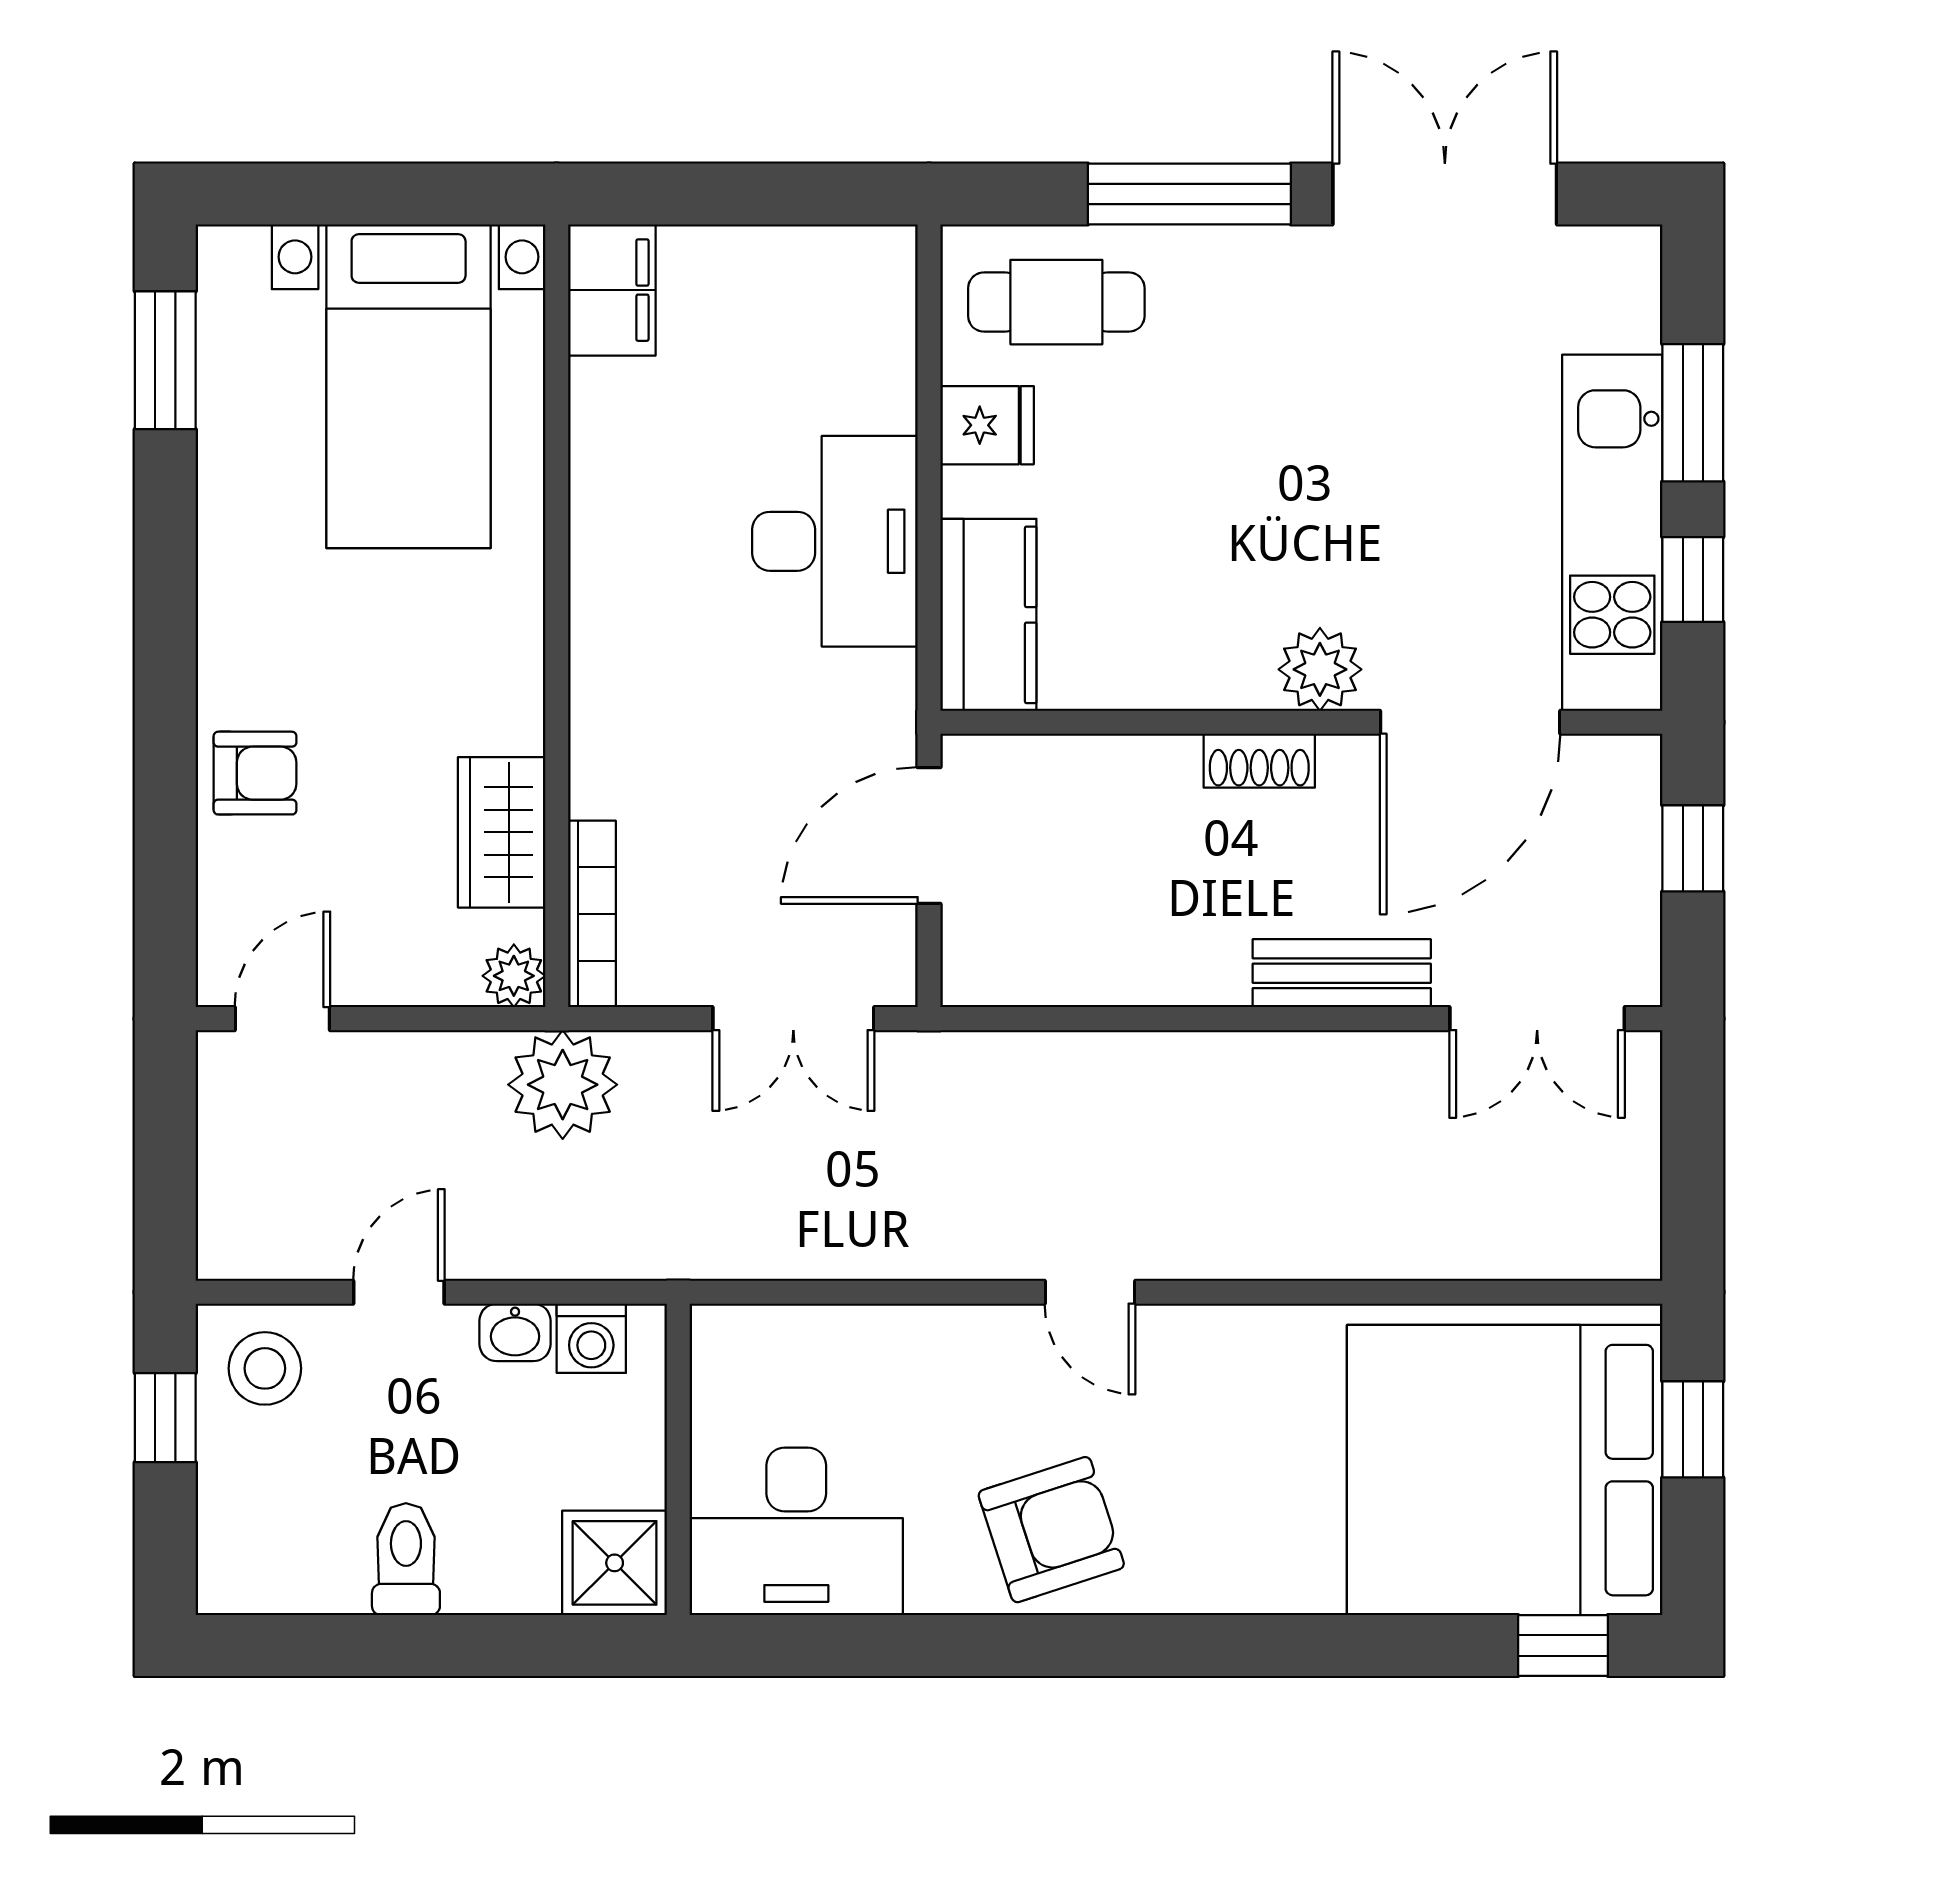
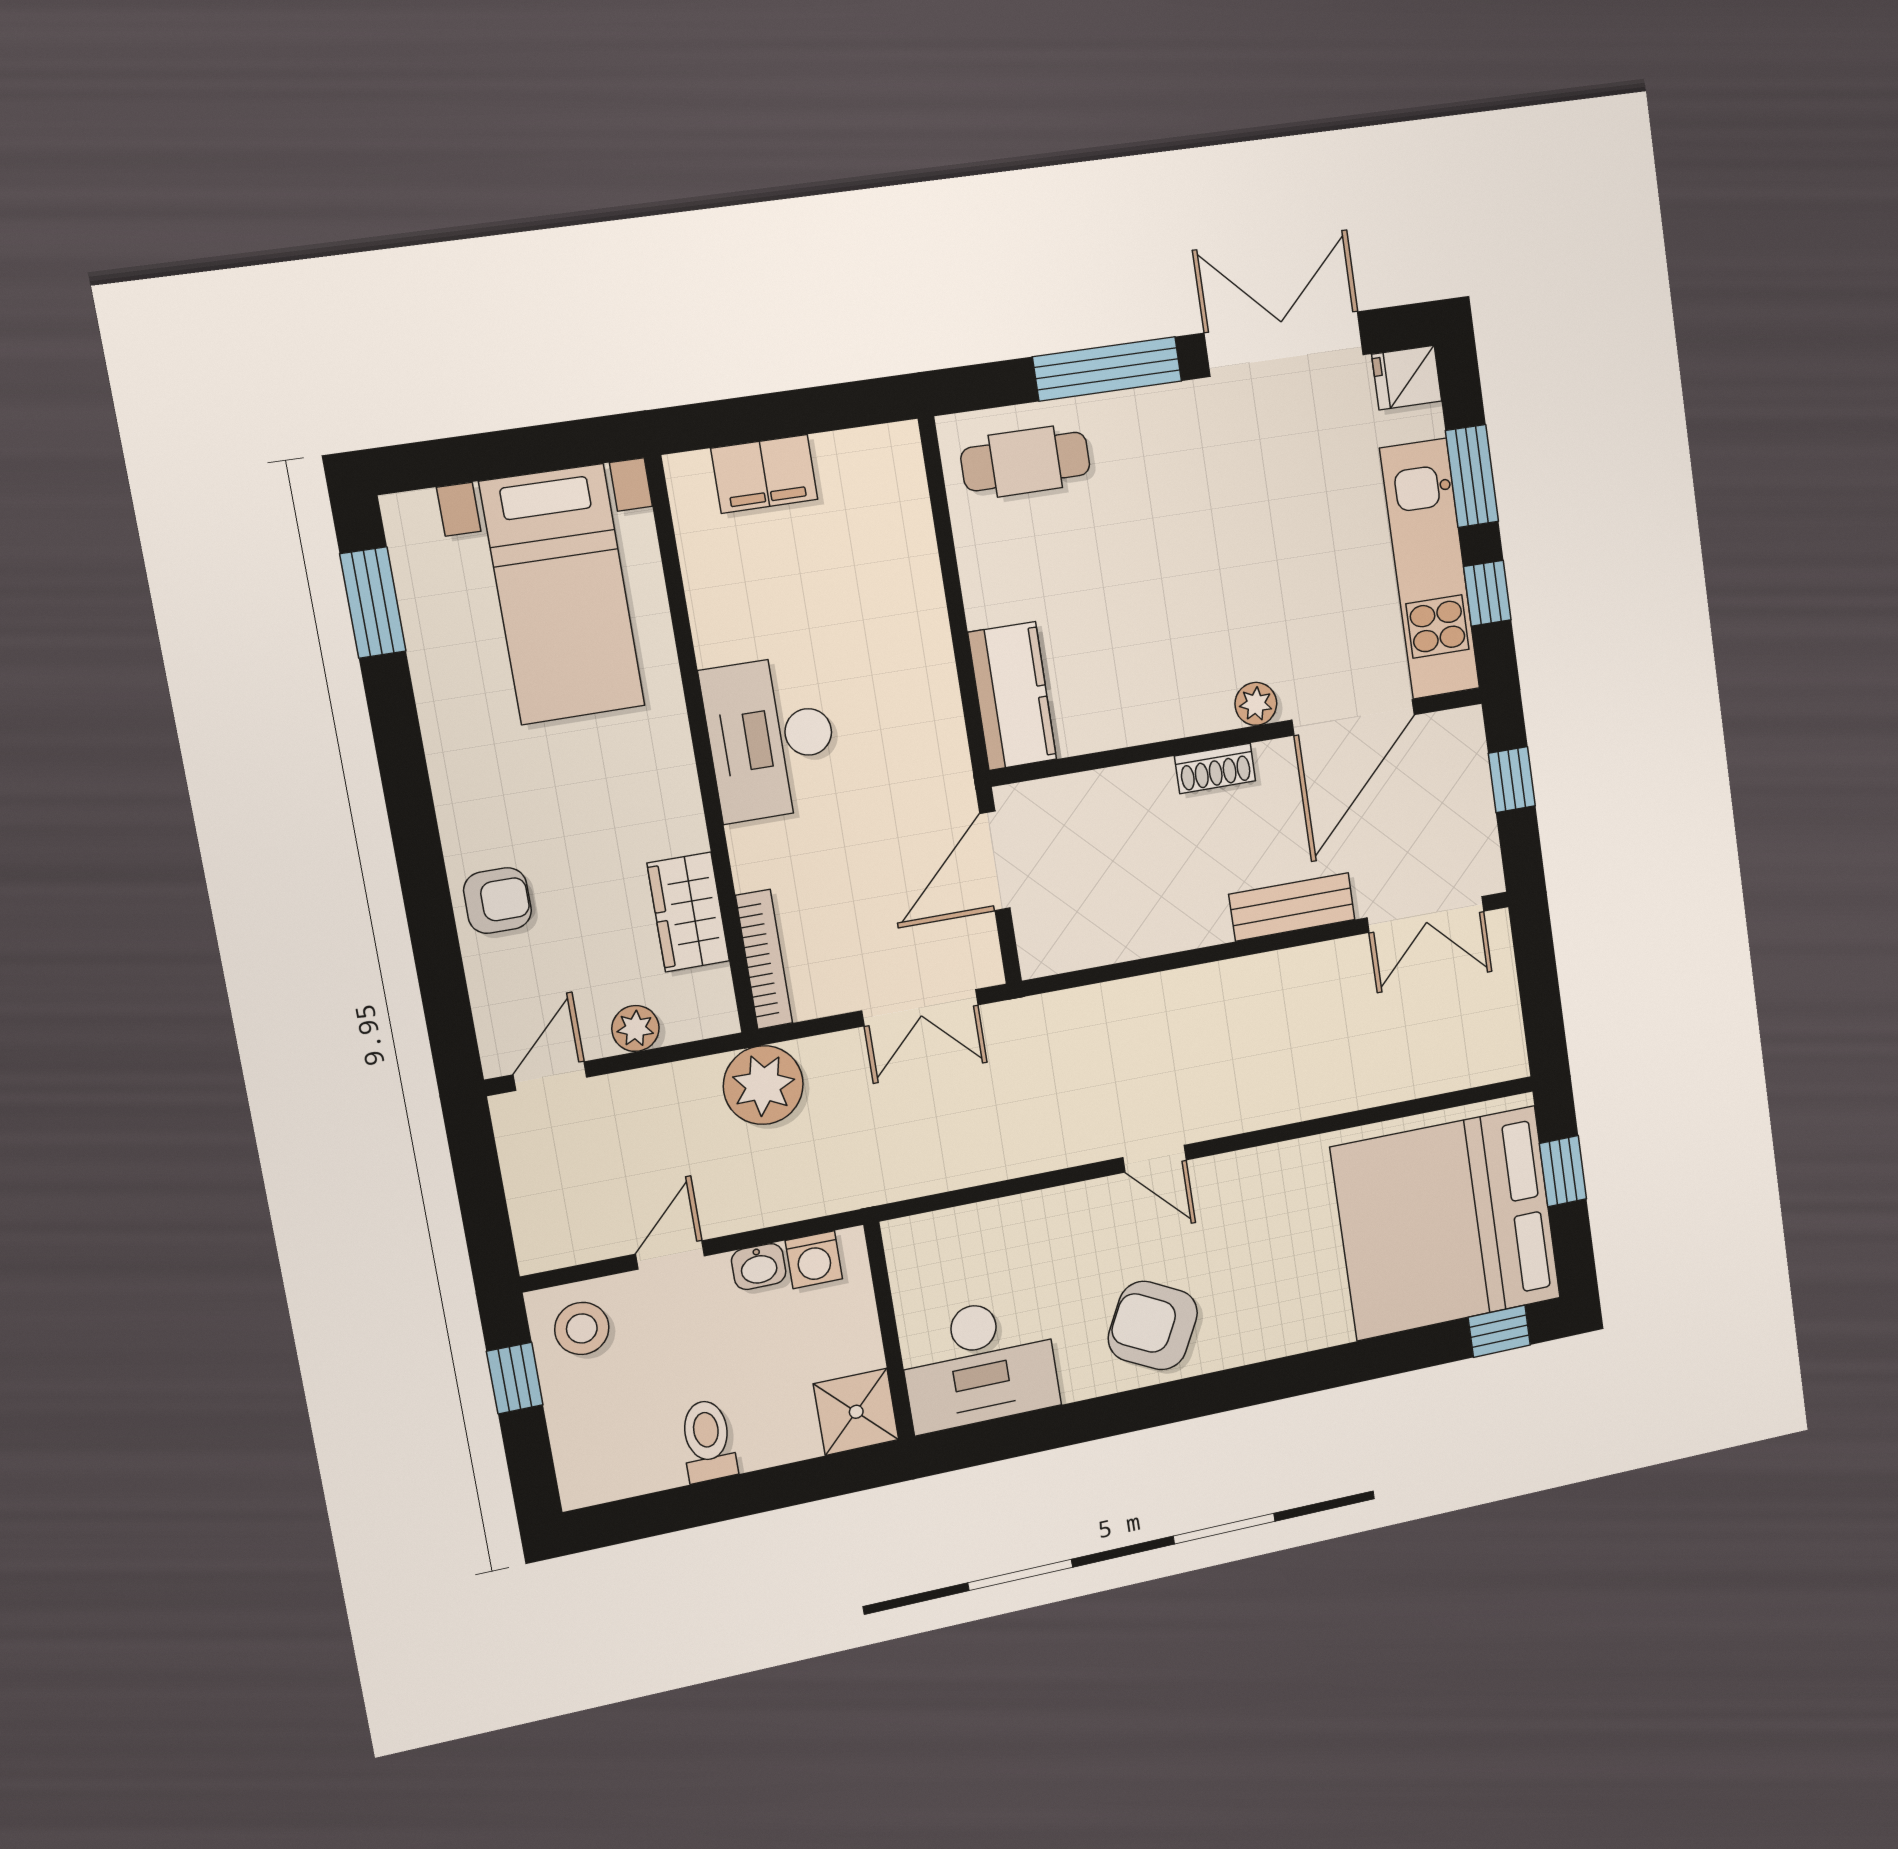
filing cabinet: (612, 290) -> (764, 474), moved, turned 90
fridge: (987, 425) -> (1407, 378), moved, turned 180
desk: (835, 541) -> (771, 738), moved, turned 180
plant: (1320, 669) -> (1256, 704), width x0.73, depth x0.73
plant: (514, 976) -> (635, 1028), moved
armchair: (1051, 1530) -> (1153, 1326), turned -135

